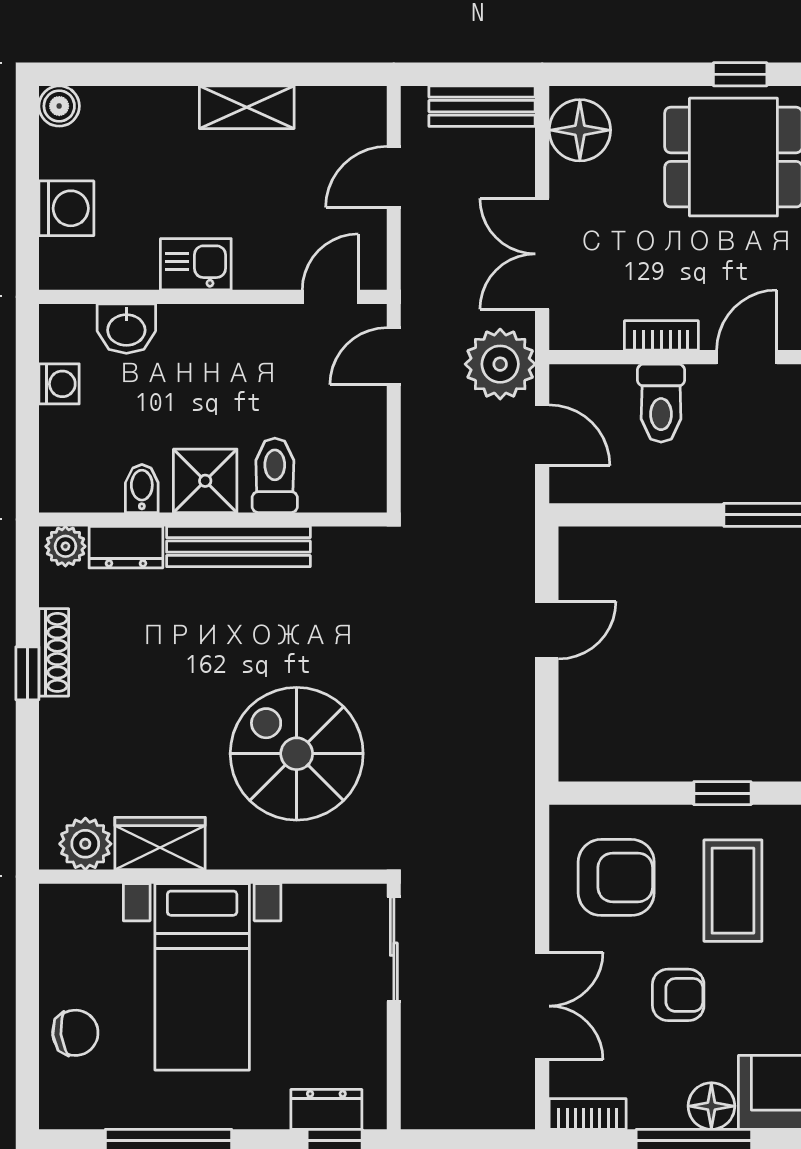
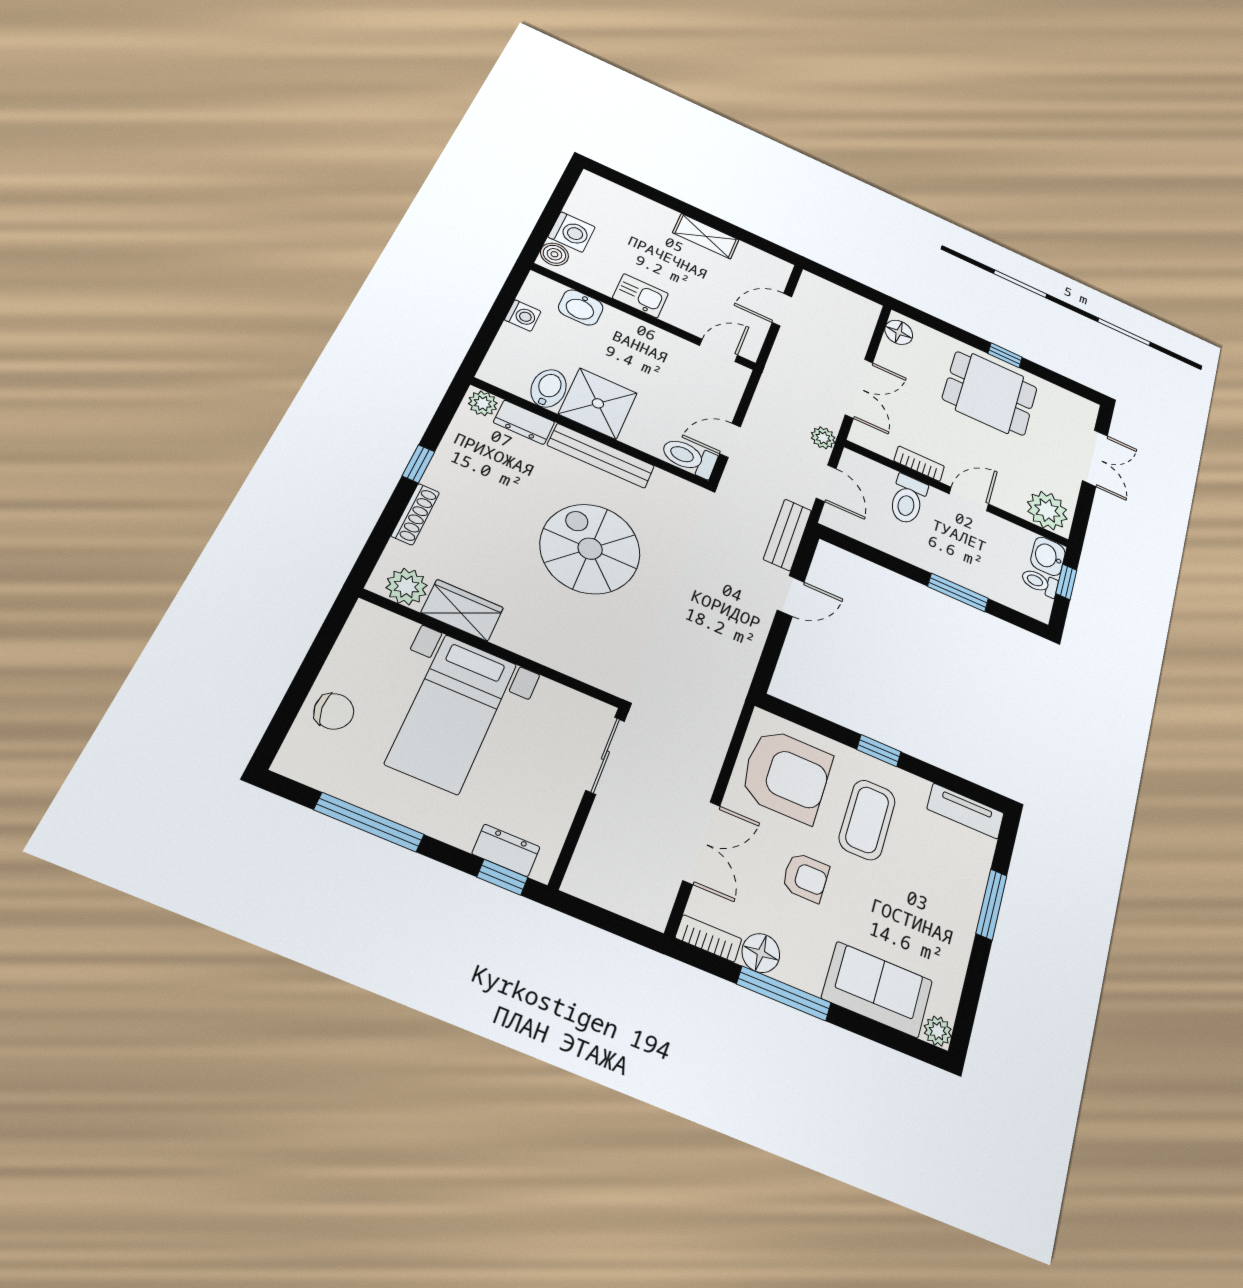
boiler: (59, 106) -> (554, 254), moved
bench: (482, 106) -> (788, 535), moved, turned 90
floor lamp: (580, 130) -> (899, 332), width x0.73, depth x0.73
double door: (542, 254) -> (859, 389), swing flipped
door: (394, 356) -> (730, 440), moved
plant: (500, 364) -> (823, 438), width x0.53, depth x0.53
toilet: (275, 475) -> (689, 457), moved, turned -90
shower: (205, 481) -> (598, 403), width x1.36, depth x1.36
bidet: (142, 488) -> (549, 388), width x1.38, depth x1.36
shoe rack: (54, 652) -> (415, 514), moved
spiral stairs: (297, 754) -> (590, 549), moved
armchair: (616, 877) -> (786, 775), width x1.36, depth x1.36
floor lamp: (711, 1106) -> (761, 953), moved

